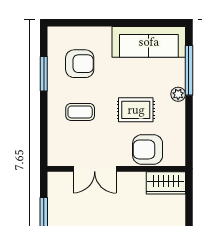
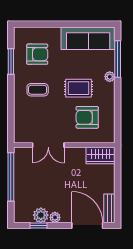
double door: (95, 169) -> (48, 145), moved
wall: (116, 169) -> (64, 145), moved
wardrobe: (166, 183) -> (101, 155), moved

